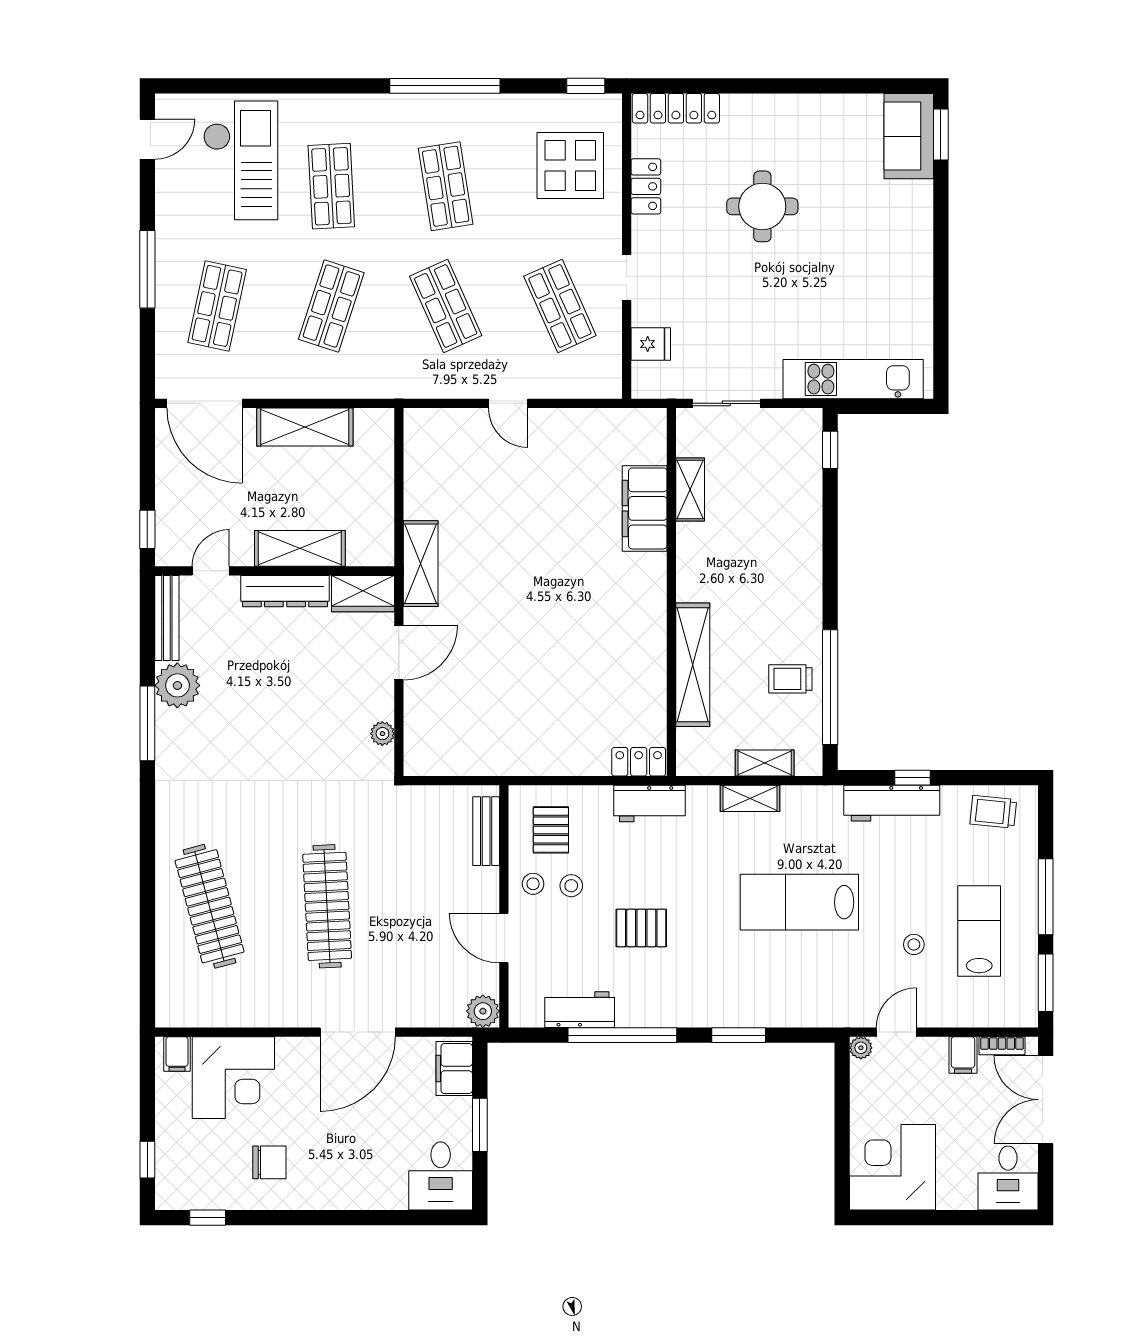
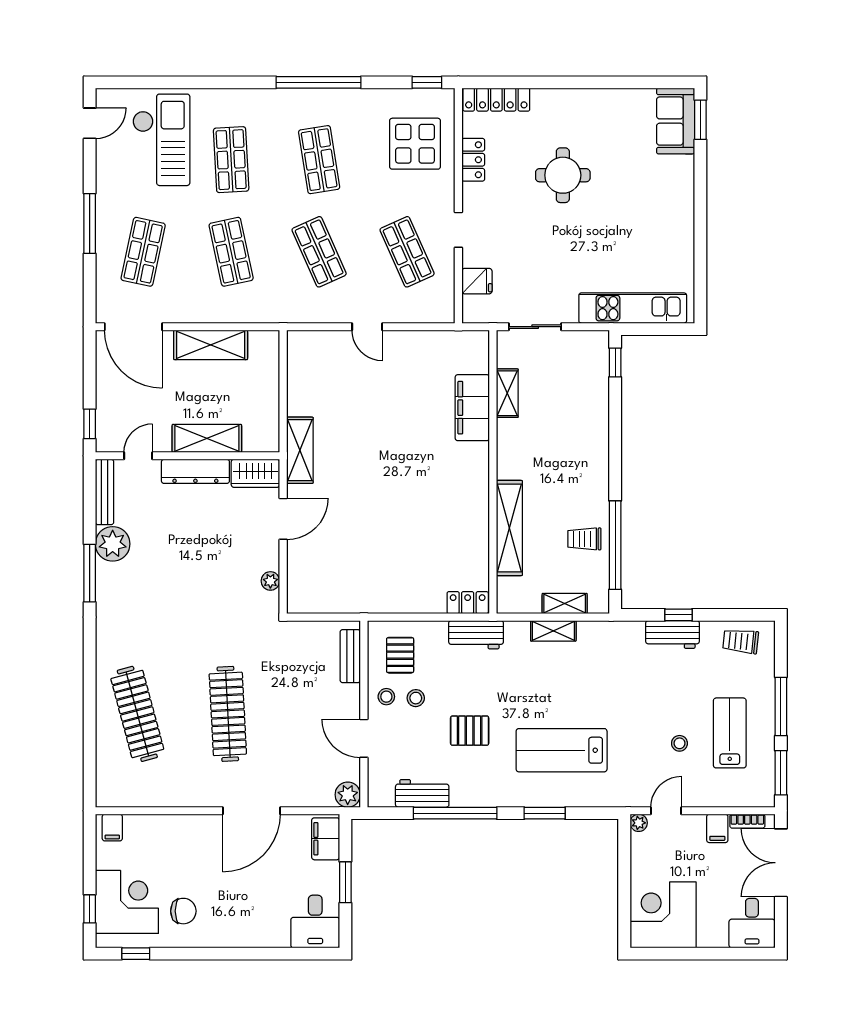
shop shelf: (331, 306) -> (231, 252), turned -30
workbench: (892, 803) -> (673, 634), width x0.73
lab bench: (799, 902) -> (562, 750), moved
corner desk: (233, 1078) -> (127, 902), moved, turned -90

